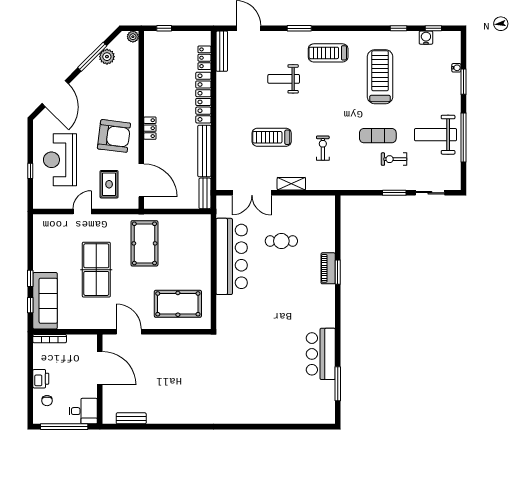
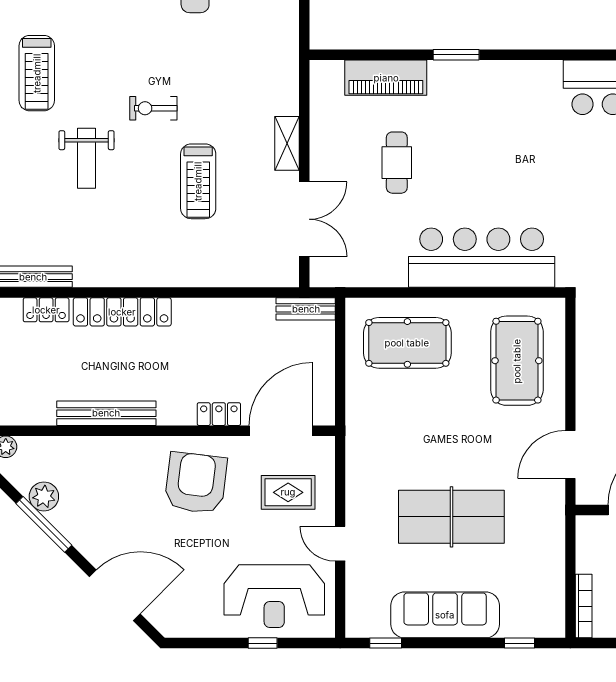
locker: (150, 128) -> (219, 414), moved
exercise bike: (323, 148) -> (153, 108), moved
bench: (204, 151) -> (106, 413), moved
reception desk: (60, 160) -> (274, 596), moved
pool table: (144, 243) -> (407, 343), moved
bar counter: (232, 256) -> (482, 258), moved
piano: (328, 268) -> (386, 78), moved, width x1.37, depth x1.33
window: (30, 278) -> (386, 643), moved
sofa: (45, 301) -> (445, 615), moved

